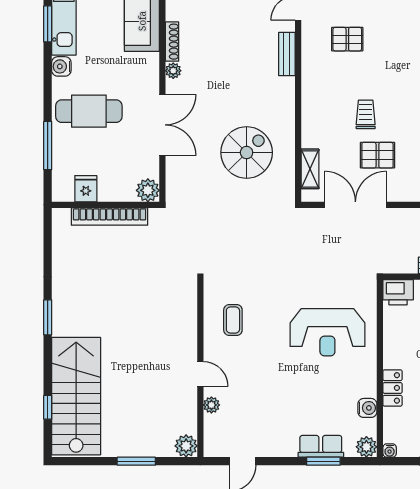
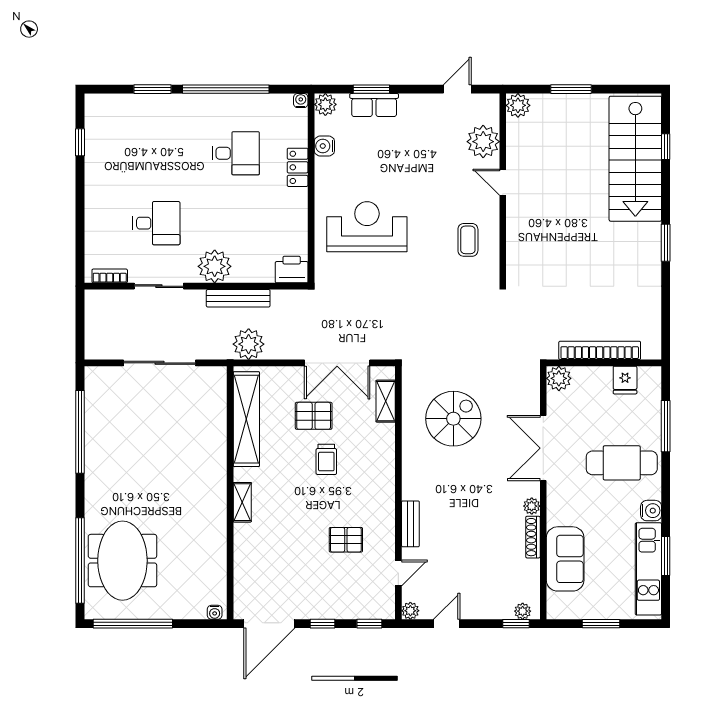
spiral stairs: (247, 153) -> (453, 419), turned 180
plant: (211, 405) -> (483, 142), width x1.87, depth x1.87

